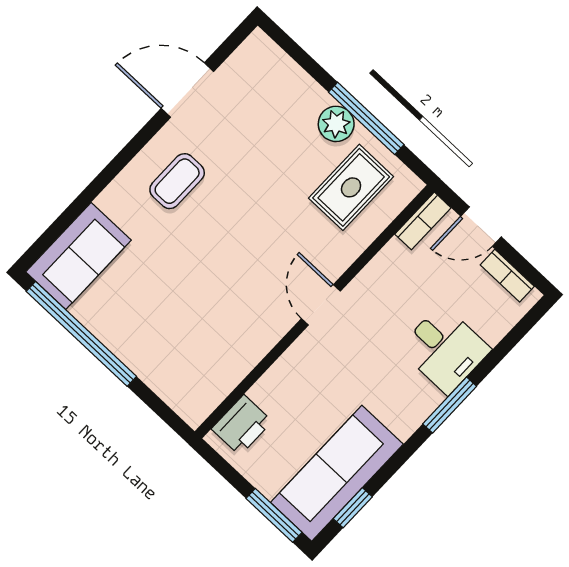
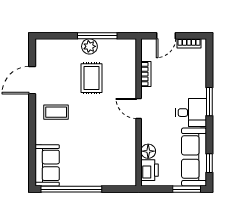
coffee table: (177, 181) -> (56, 112), turned 90
rug: (351, 187) -> (92, 78), moved
bookcase: (423, 221) -> (146, 74), moved
desk: (445, 349) -> (191, 113), moved
floor lamp: (269, 391) -> (148, 151), added

